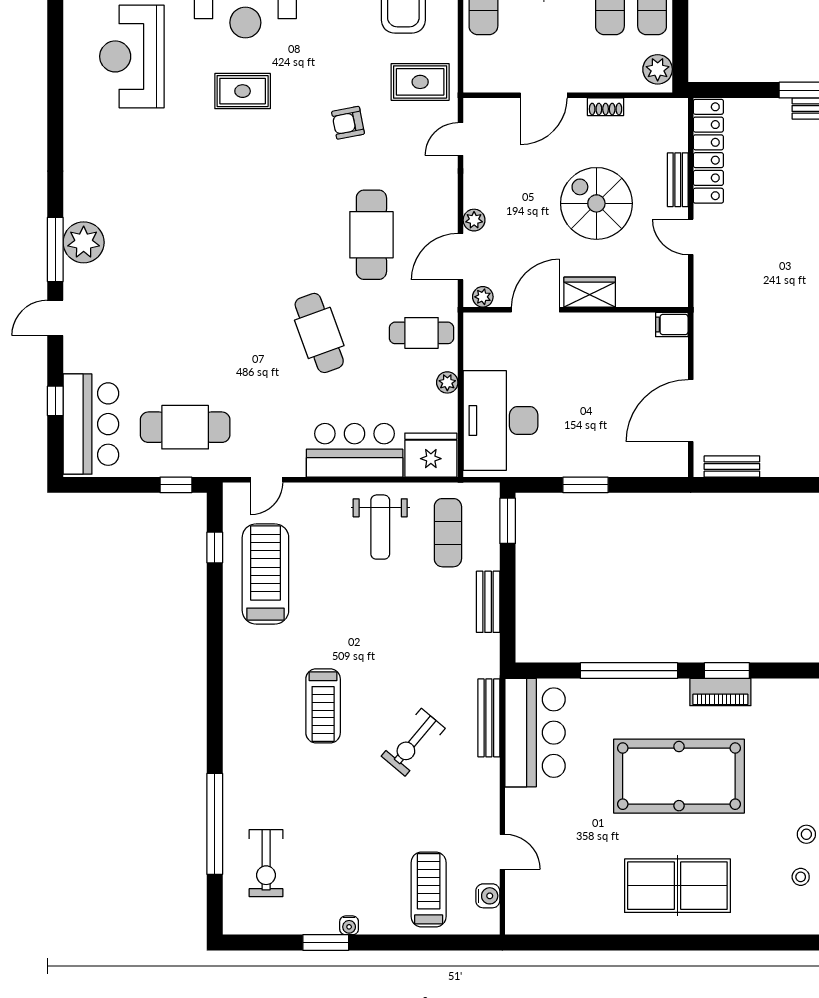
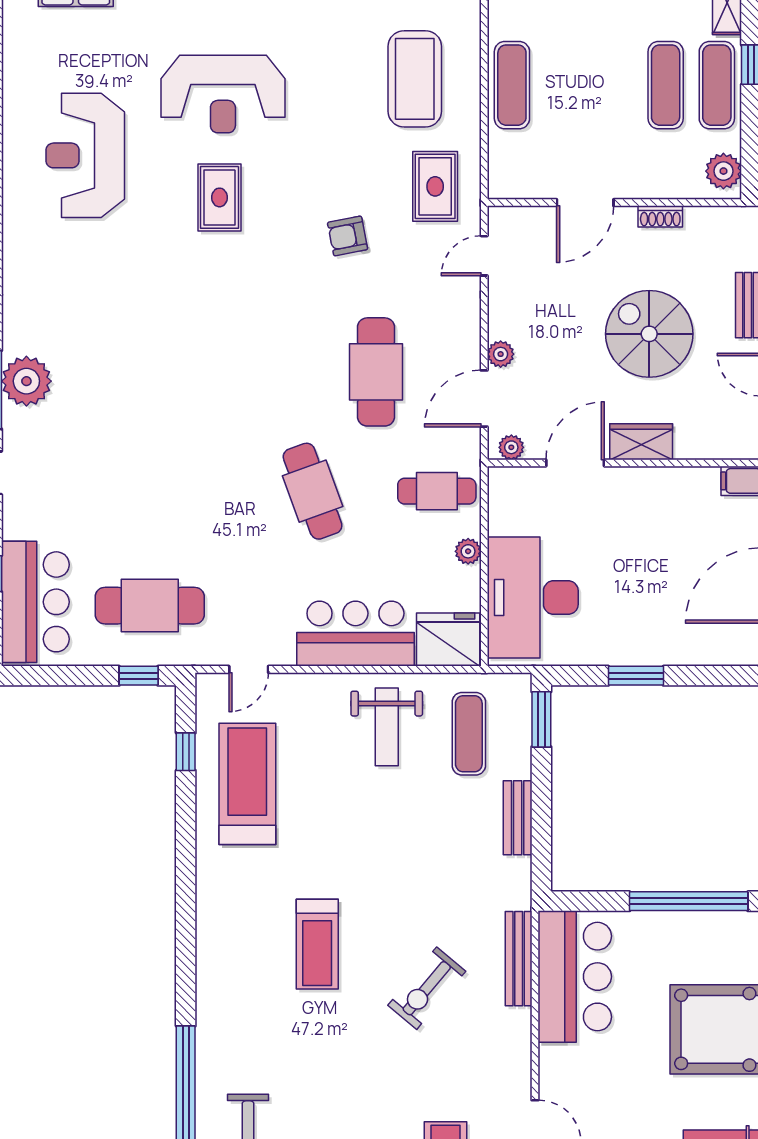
rug: (420, 82) -> (435, 186), turned 90
rug: (243, 91) -> (219, 197), turned 90

